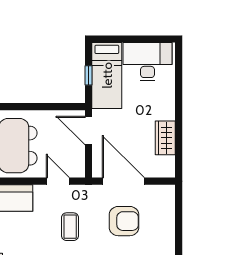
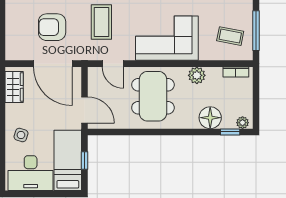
side table: (158, 103) -> (21, 135), added
wardrobe: (165, 138) -> (14, 87), moved
coffee table: (70, 227) -> (101, 22), width x1.36, depth x1.30

